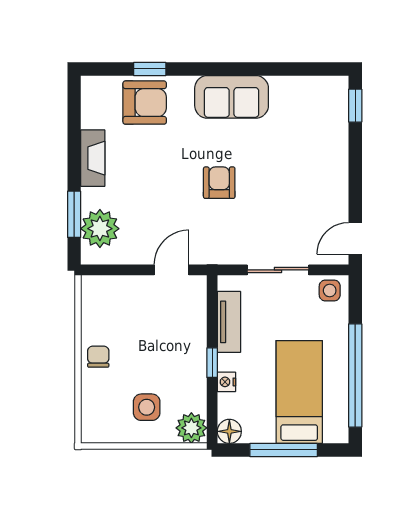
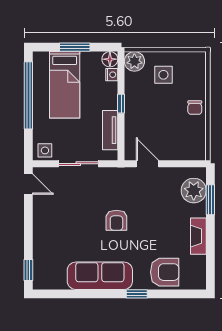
window: (150, 69) -> (137, 294), moved
sofa: (232, 97) -> (100, 276), width x1.36
armchair: (145, 103) -> (165, 272), turned 180
door: (355, 238) -> (28, 184), hinge flipped
door: (172, 270) -> (147, 164), swing flipped
nightstand: (226, 382) -> (112, 75), moved
window: (284, 450) -> (75, 47), width x0.69

